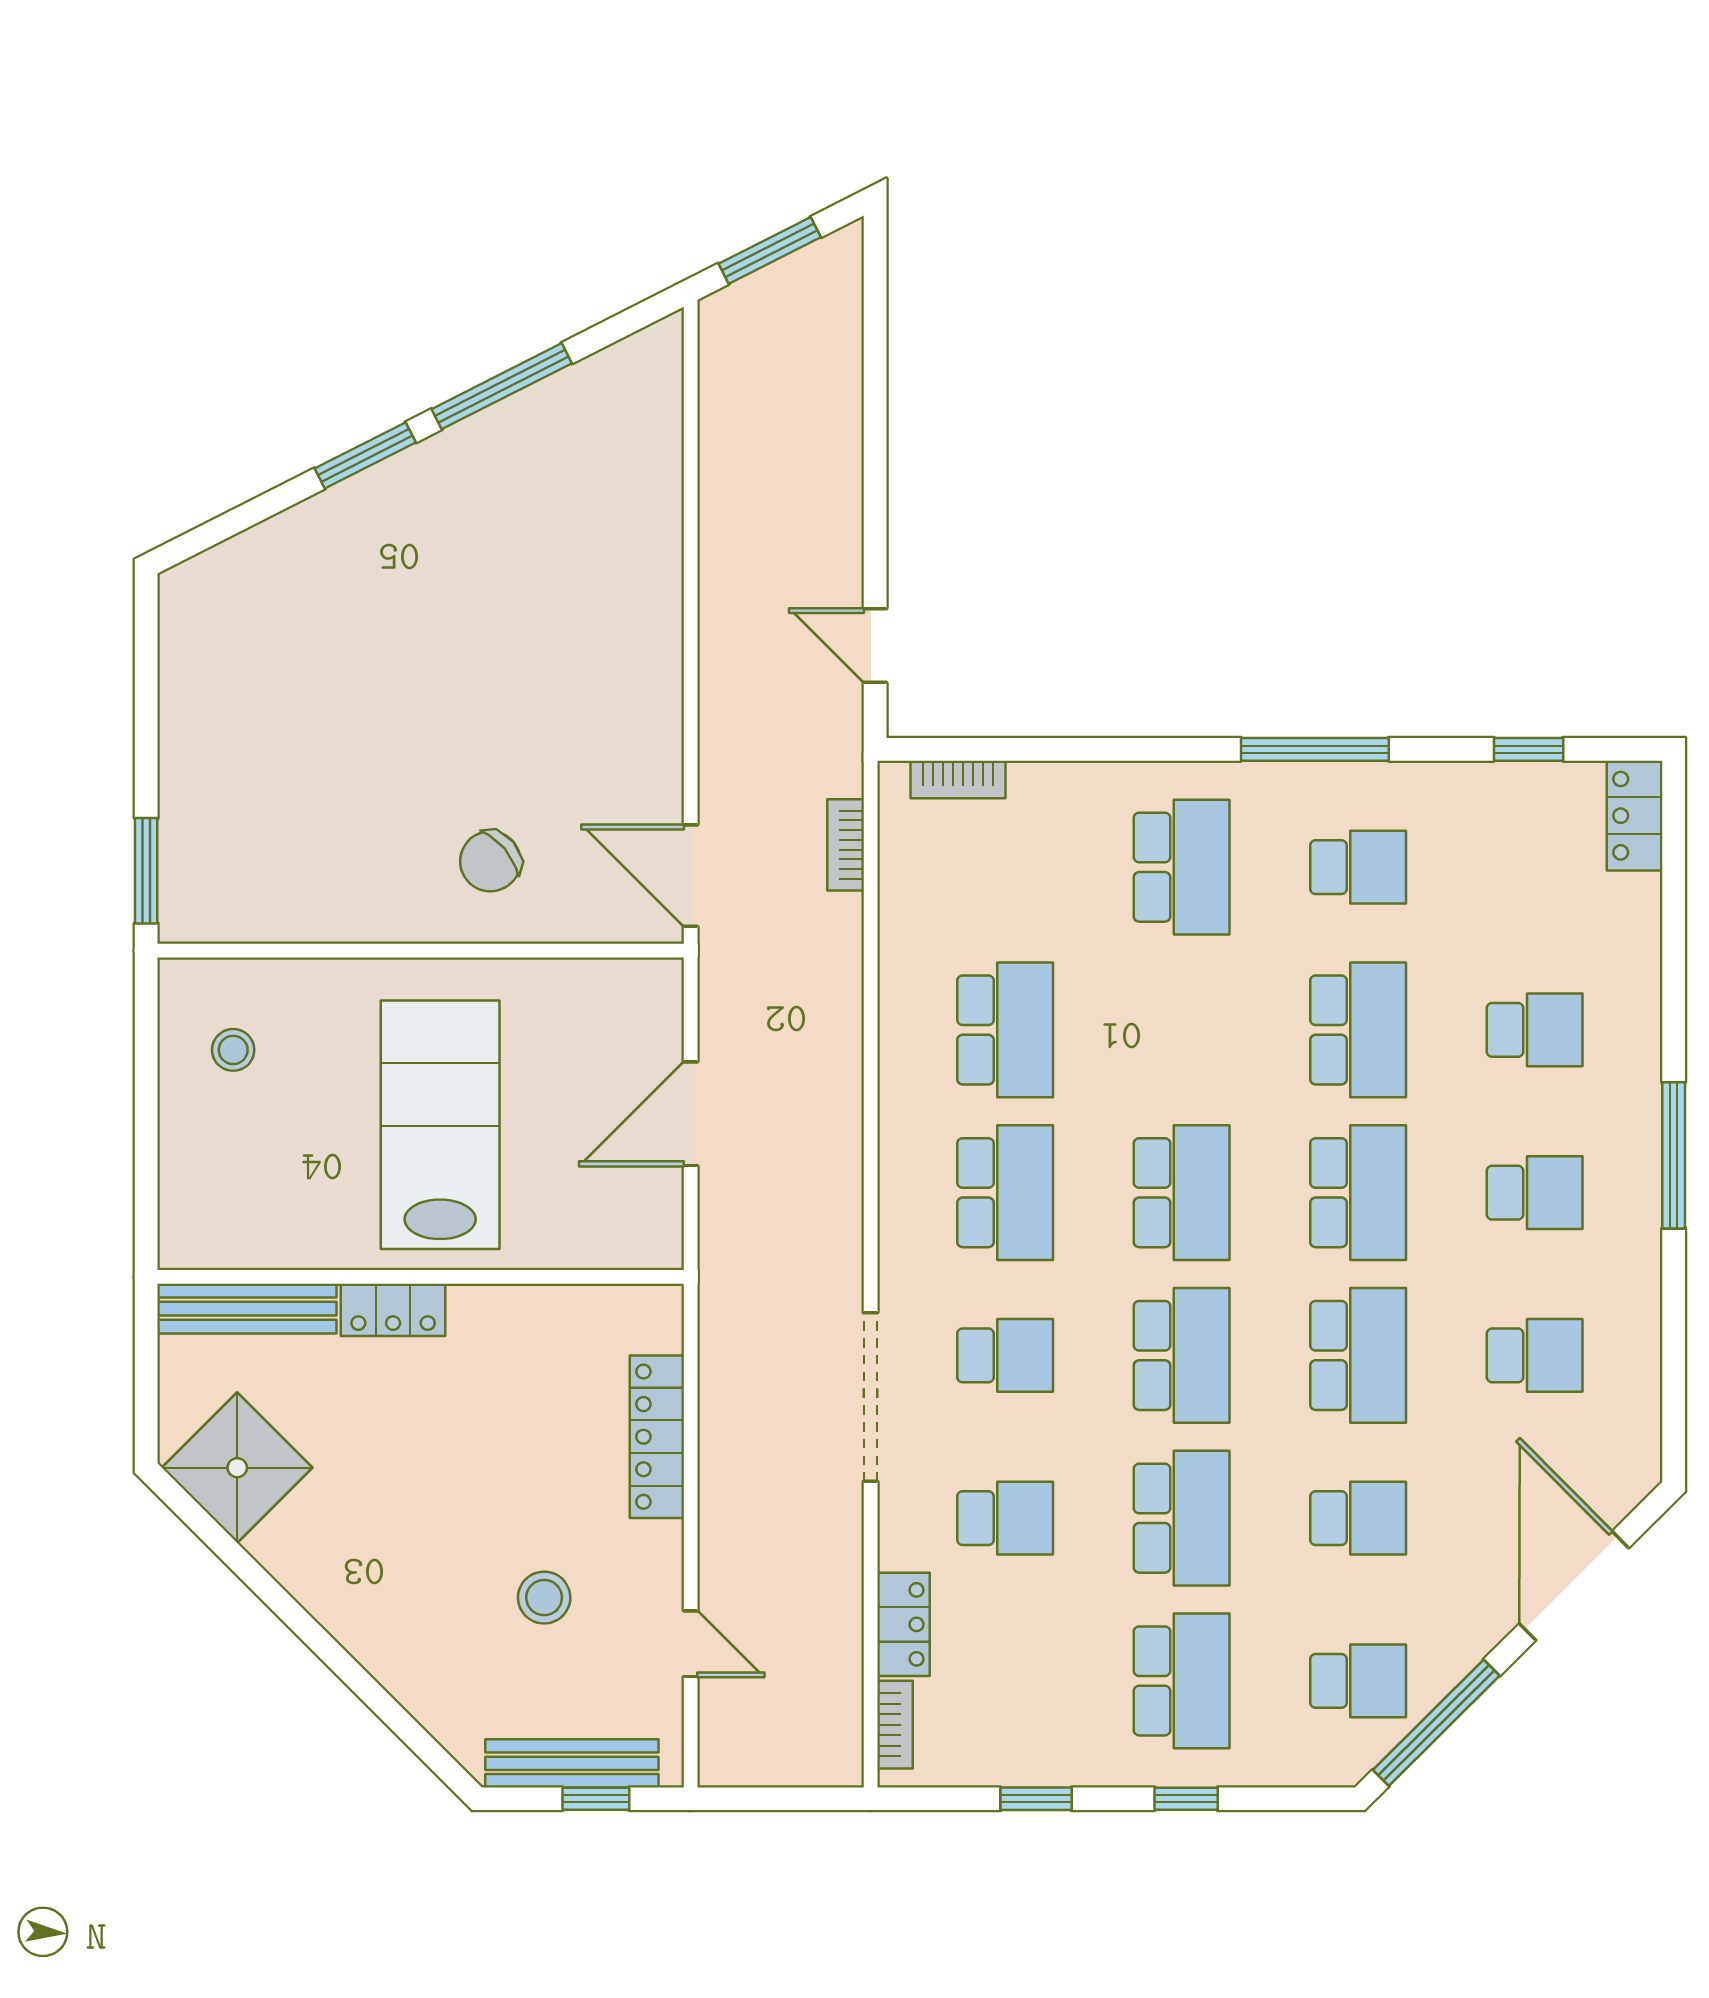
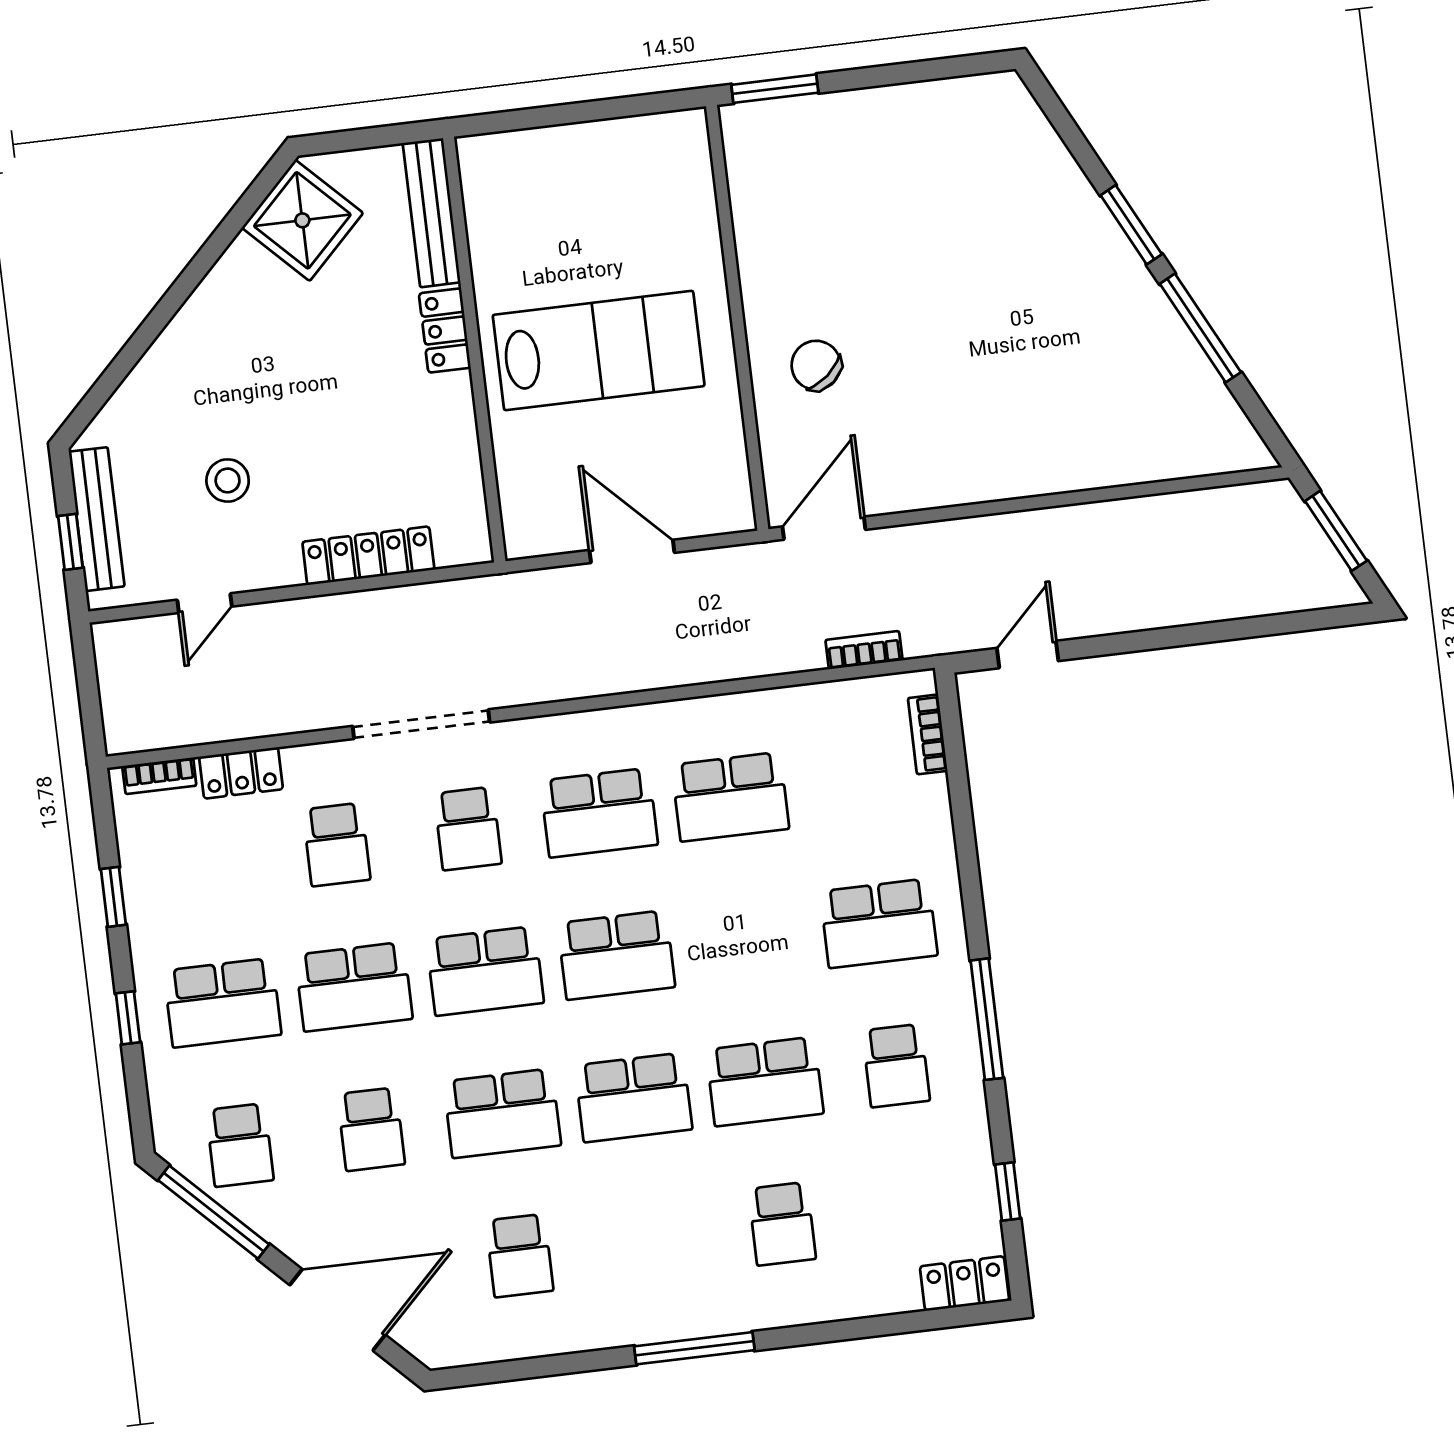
stool: (233, 1050) -> (639, 176), removed
school desk: (1535, 1193) -> (651, 1240), removed

